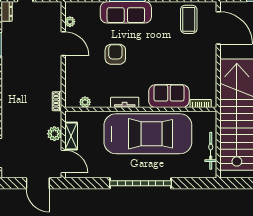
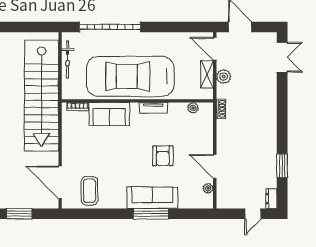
garage door: (141, 183) -> (110, 27), moved

